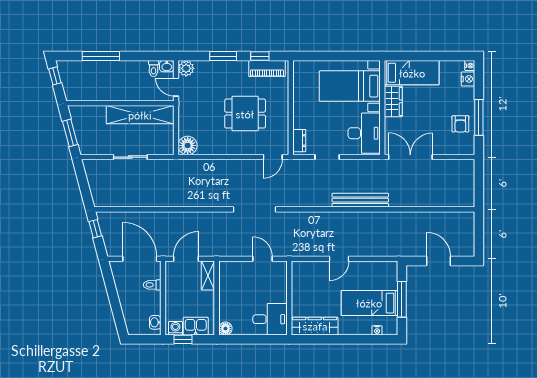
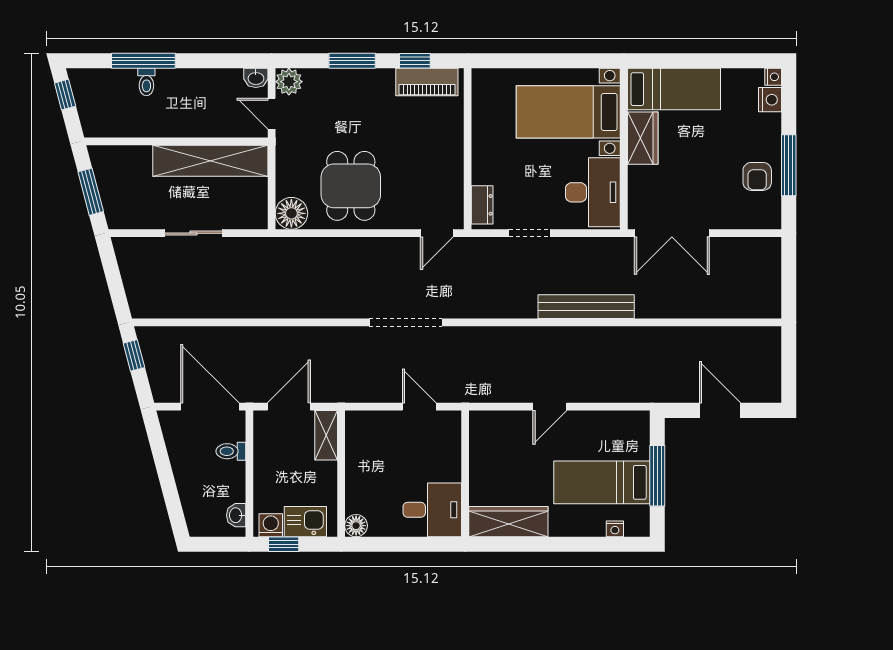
toilet: (154, 69) -> (146, 82), moved
dining table: (245, 114) -> (351, 186), moved, turned 90
double door: (410, 157) -> (672, 233), swing flipped

